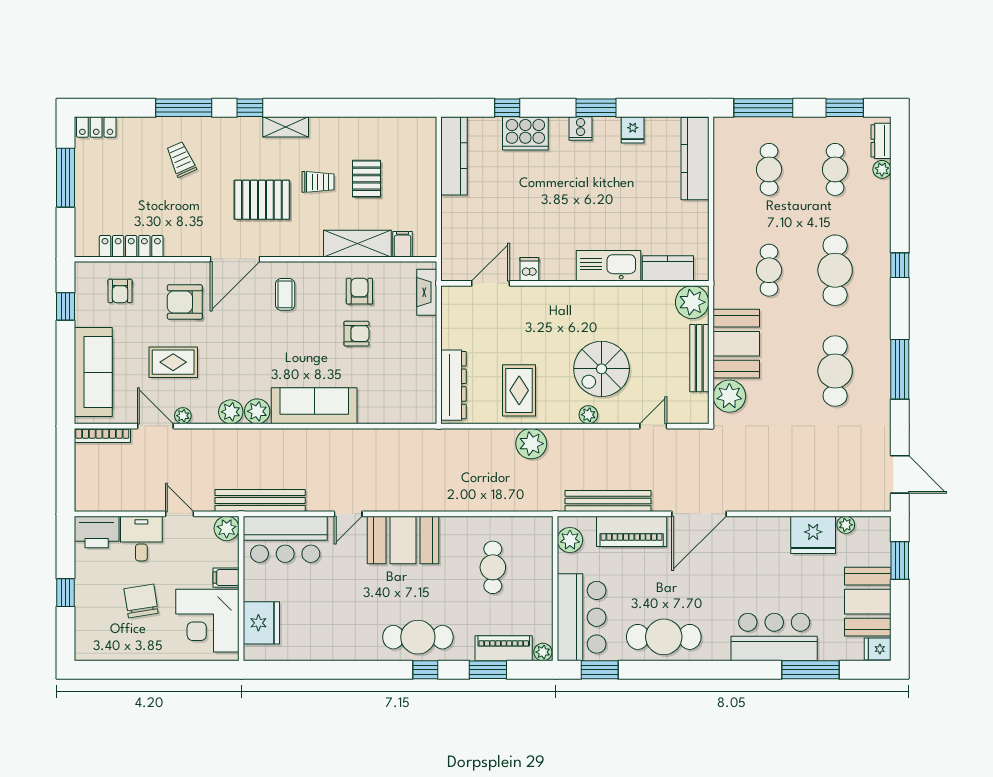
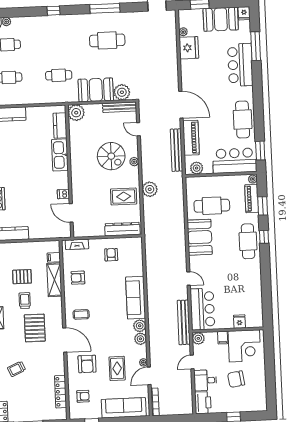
cafe table: (835, 270) -> (57, 43), removed
armchair: (356, 334) -> (111, 255), moved
bench: (699, 358) -> (119, 107), moved
booth: (403, 540) -> (200, 237), moved
cafe table: (493, 567) -> (212, 206), width x1.37, depth x1.35
fridge: (261, 623) -> (239, 322), width x0.53, depth x0.75

